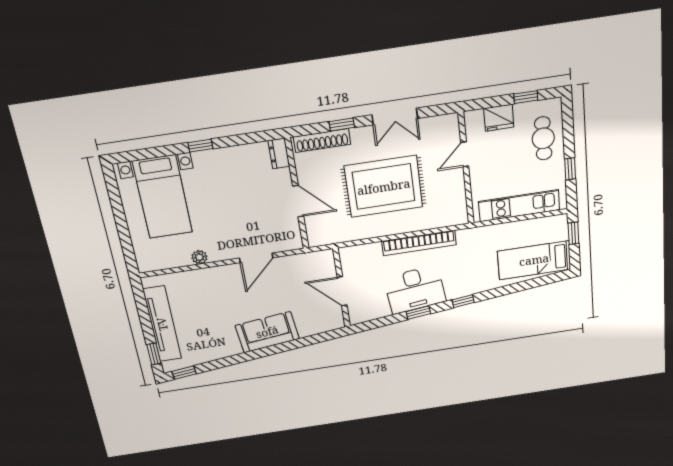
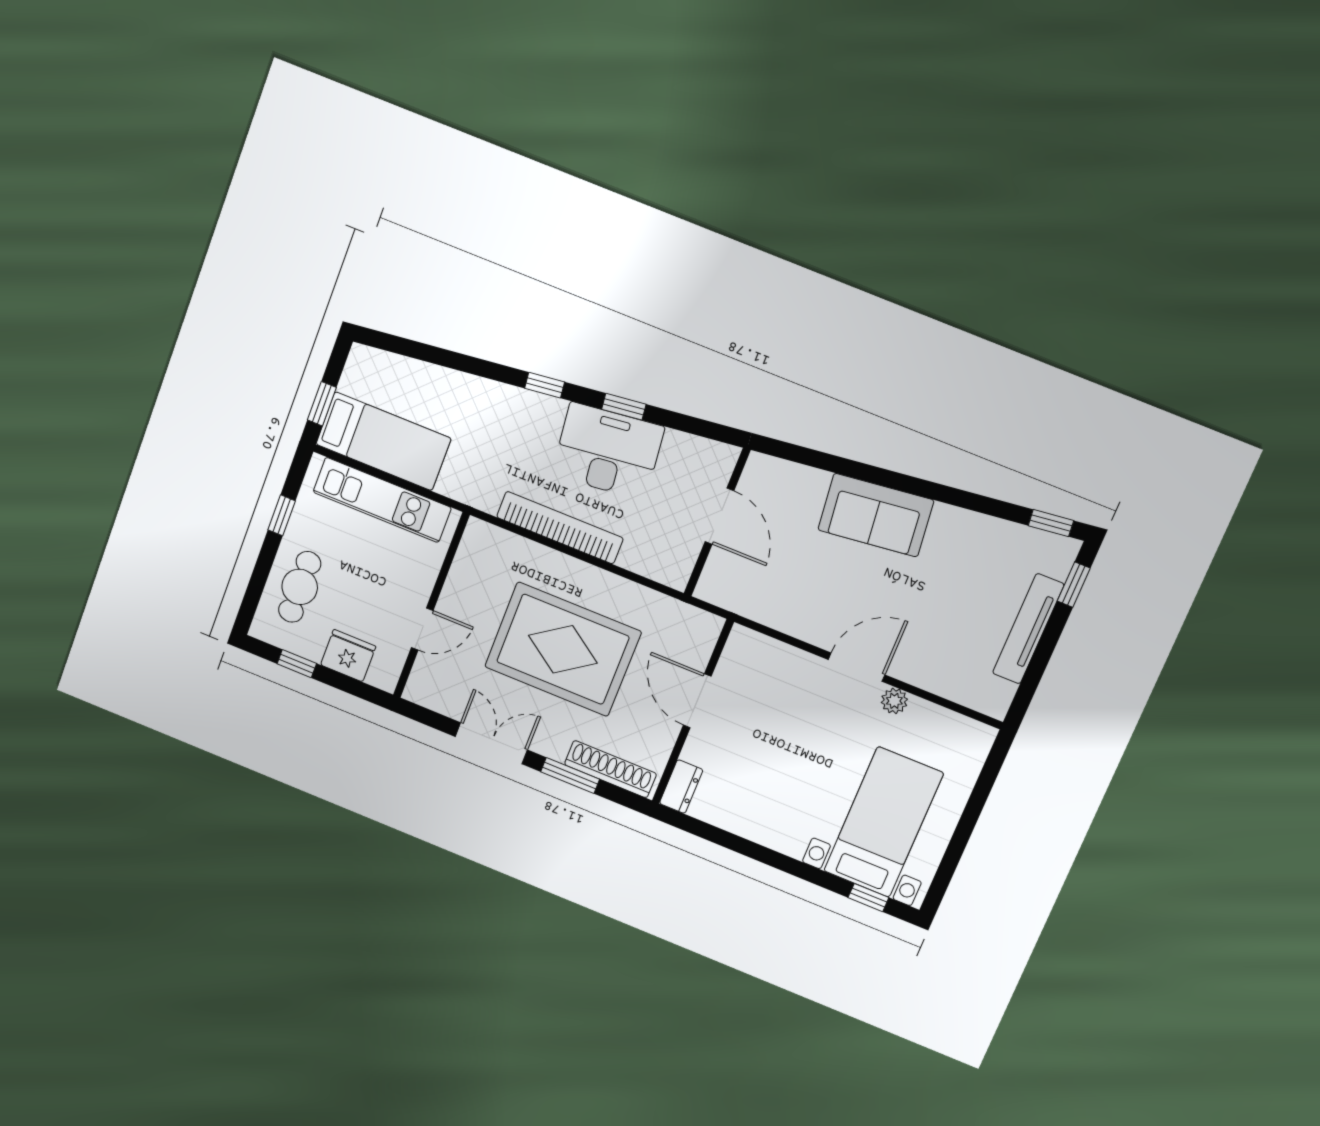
window: (342, 125) -> (570, 776), width x1.50
window: (200, 146) -> (868, 898), moved
door: (256, 258) -> (857, 667), moved
bed: (534, 260) -> (383, 441), moved
tv unit: (162, 324) -> (1028, 629), width x0.73, depth x0.78

